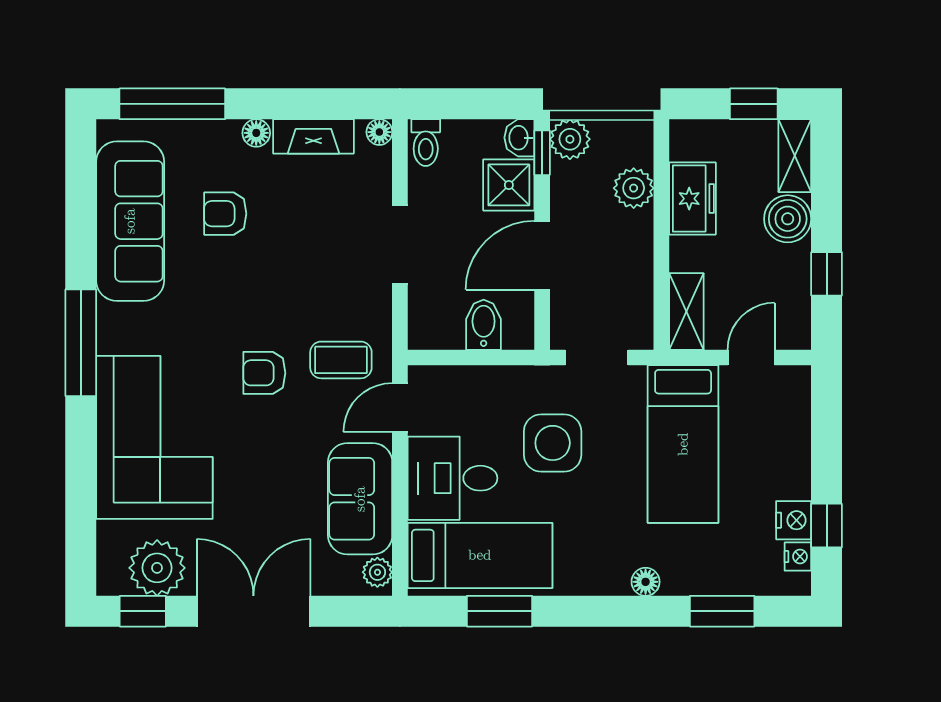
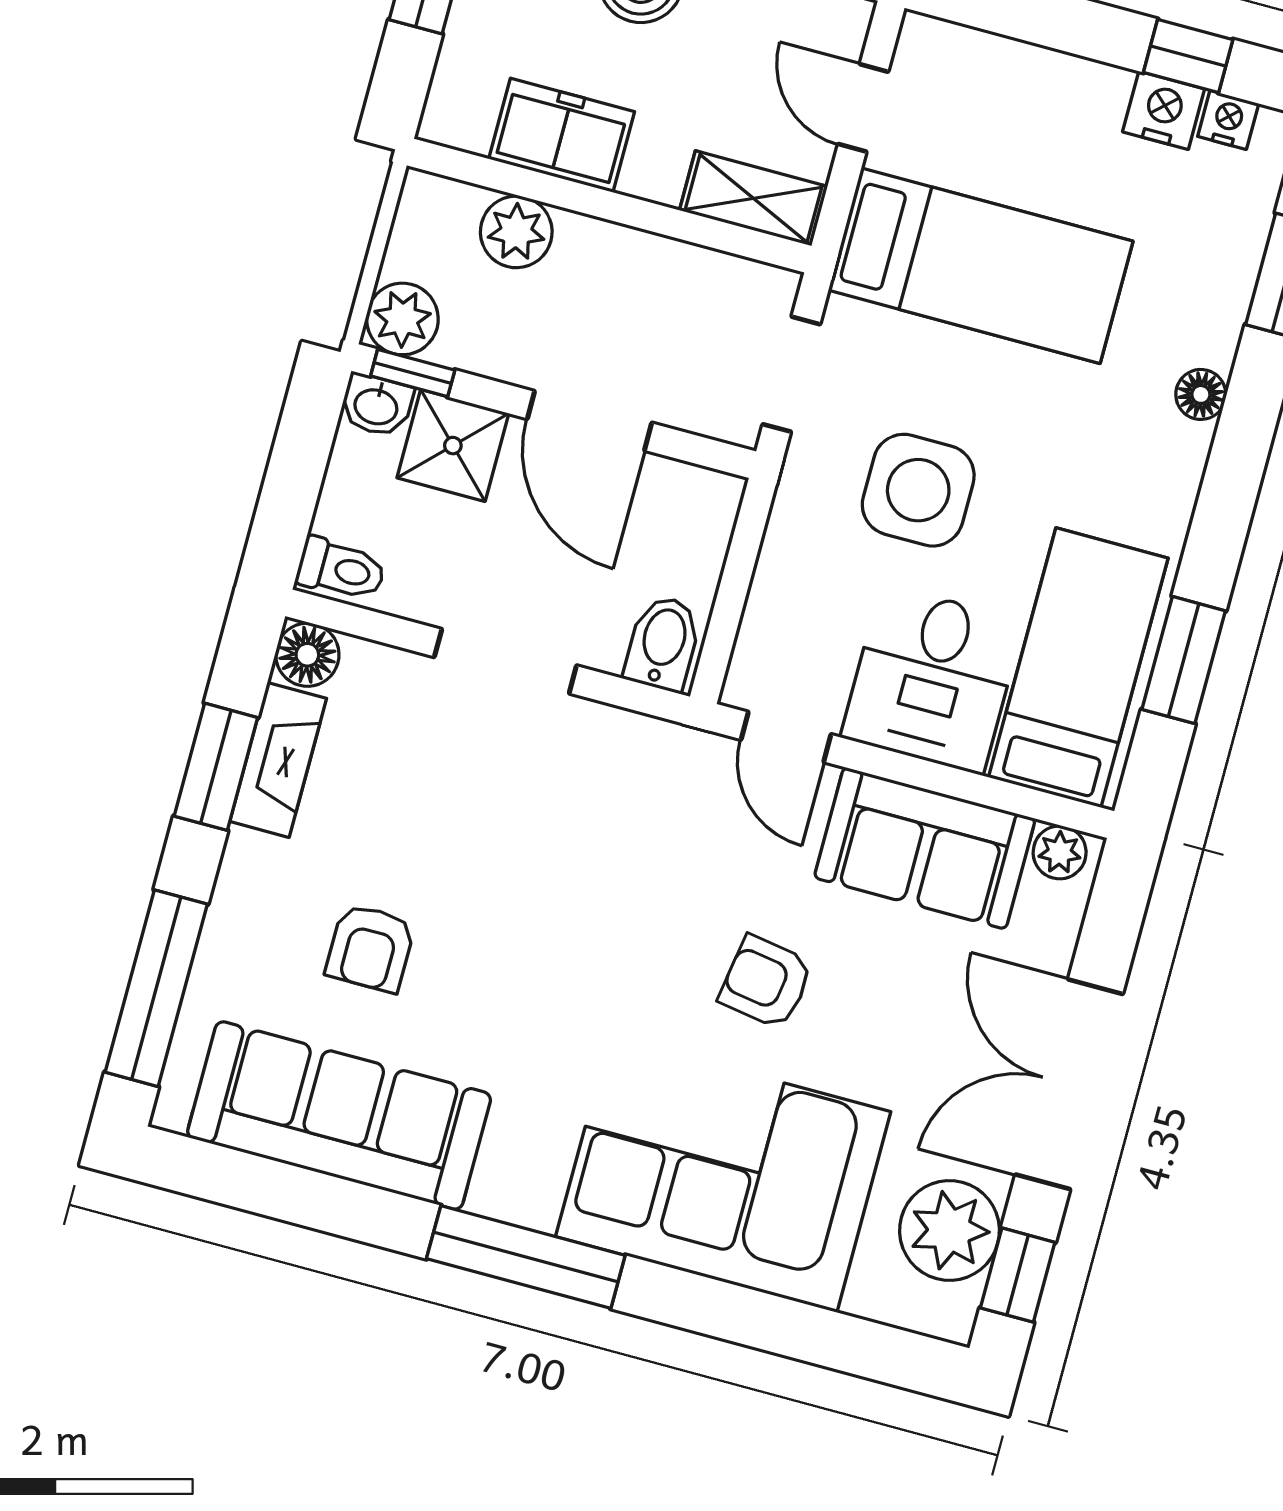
window: (301, 104) -> (216, 767), added
floor lamp: (379, 132) -> (307, 655), width x1.37, depth x1.37
floor lamp: (256, 133) -> (246, 857), removed
bidet: (484, 325) -> (663, 643), moved, turned 90
coffee table: (341, 360) -> (677, 817), removed
armchair: (264, 373) -> (766, 982), moved, turned 99

